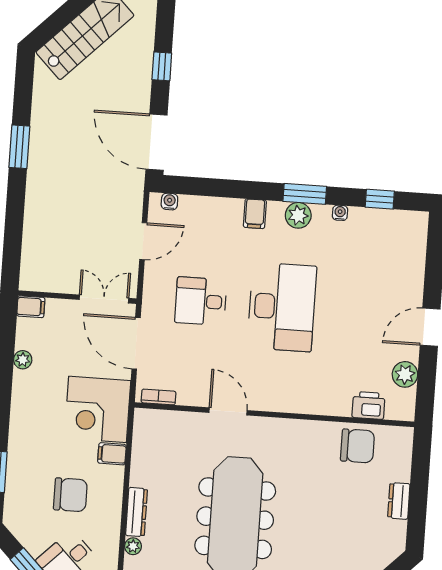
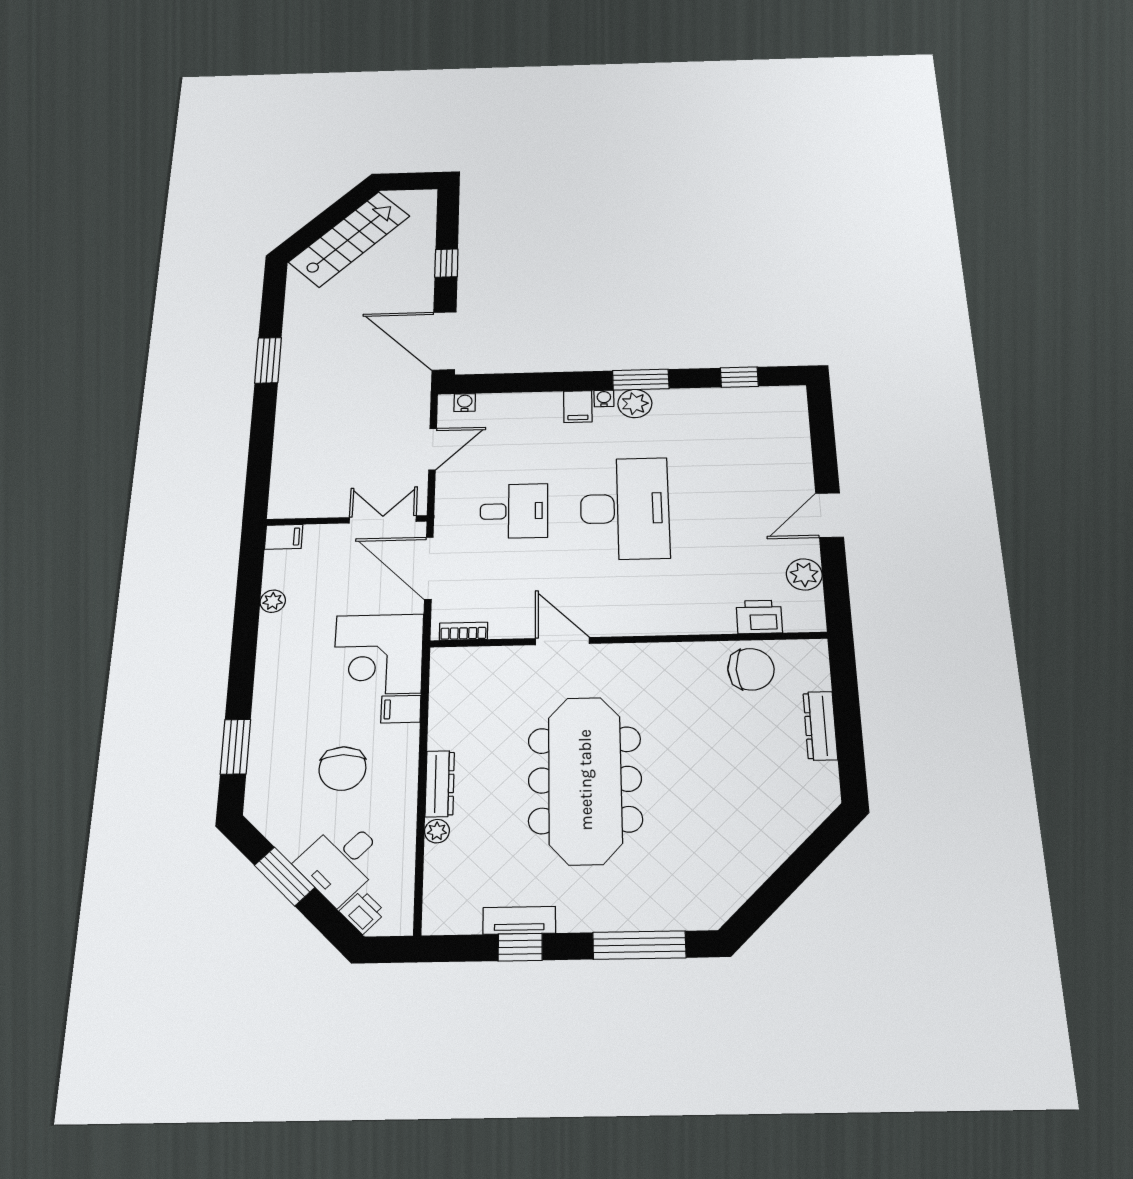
water cooler: (340, 213) -> (604, 398), moved
desk: (201, 301) -> (514, 511), turned 180
chair: (70, 495) -> (342, 769), turned 90
dresser: (399, 501) -> (820, 726), width x1.44

